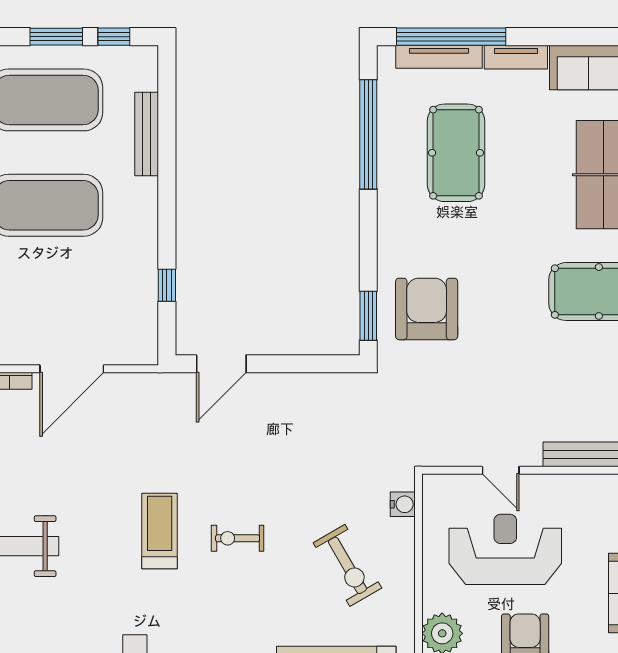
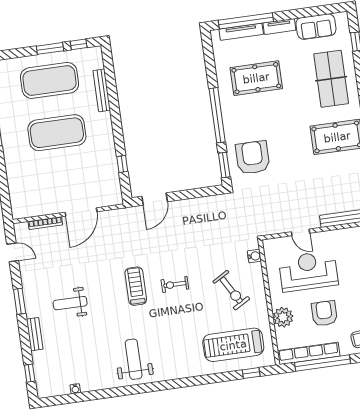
window: (368, 134) -> (217, 115), moved
pool table: (456, 153) -> (256, 78), turned 90

